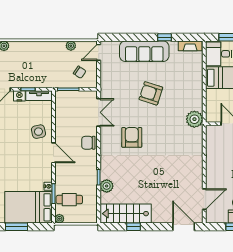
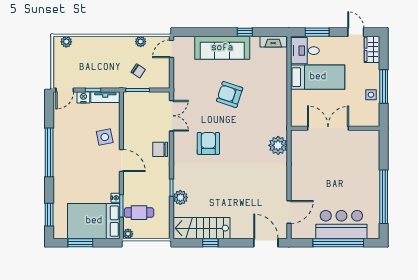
chair: (80, 72) -> (138, 71), moved
plant: (194, 119) -> (278, 145), moved

